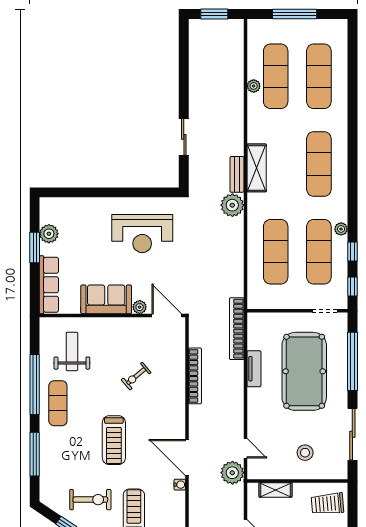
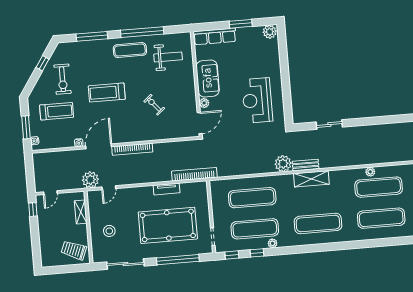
plant: (49, 234) -> (270, 32), moved
bookcase: (195, 376) -> (132, 149), moved
trolley: (327, 504) -> (74, 250), turned -63

